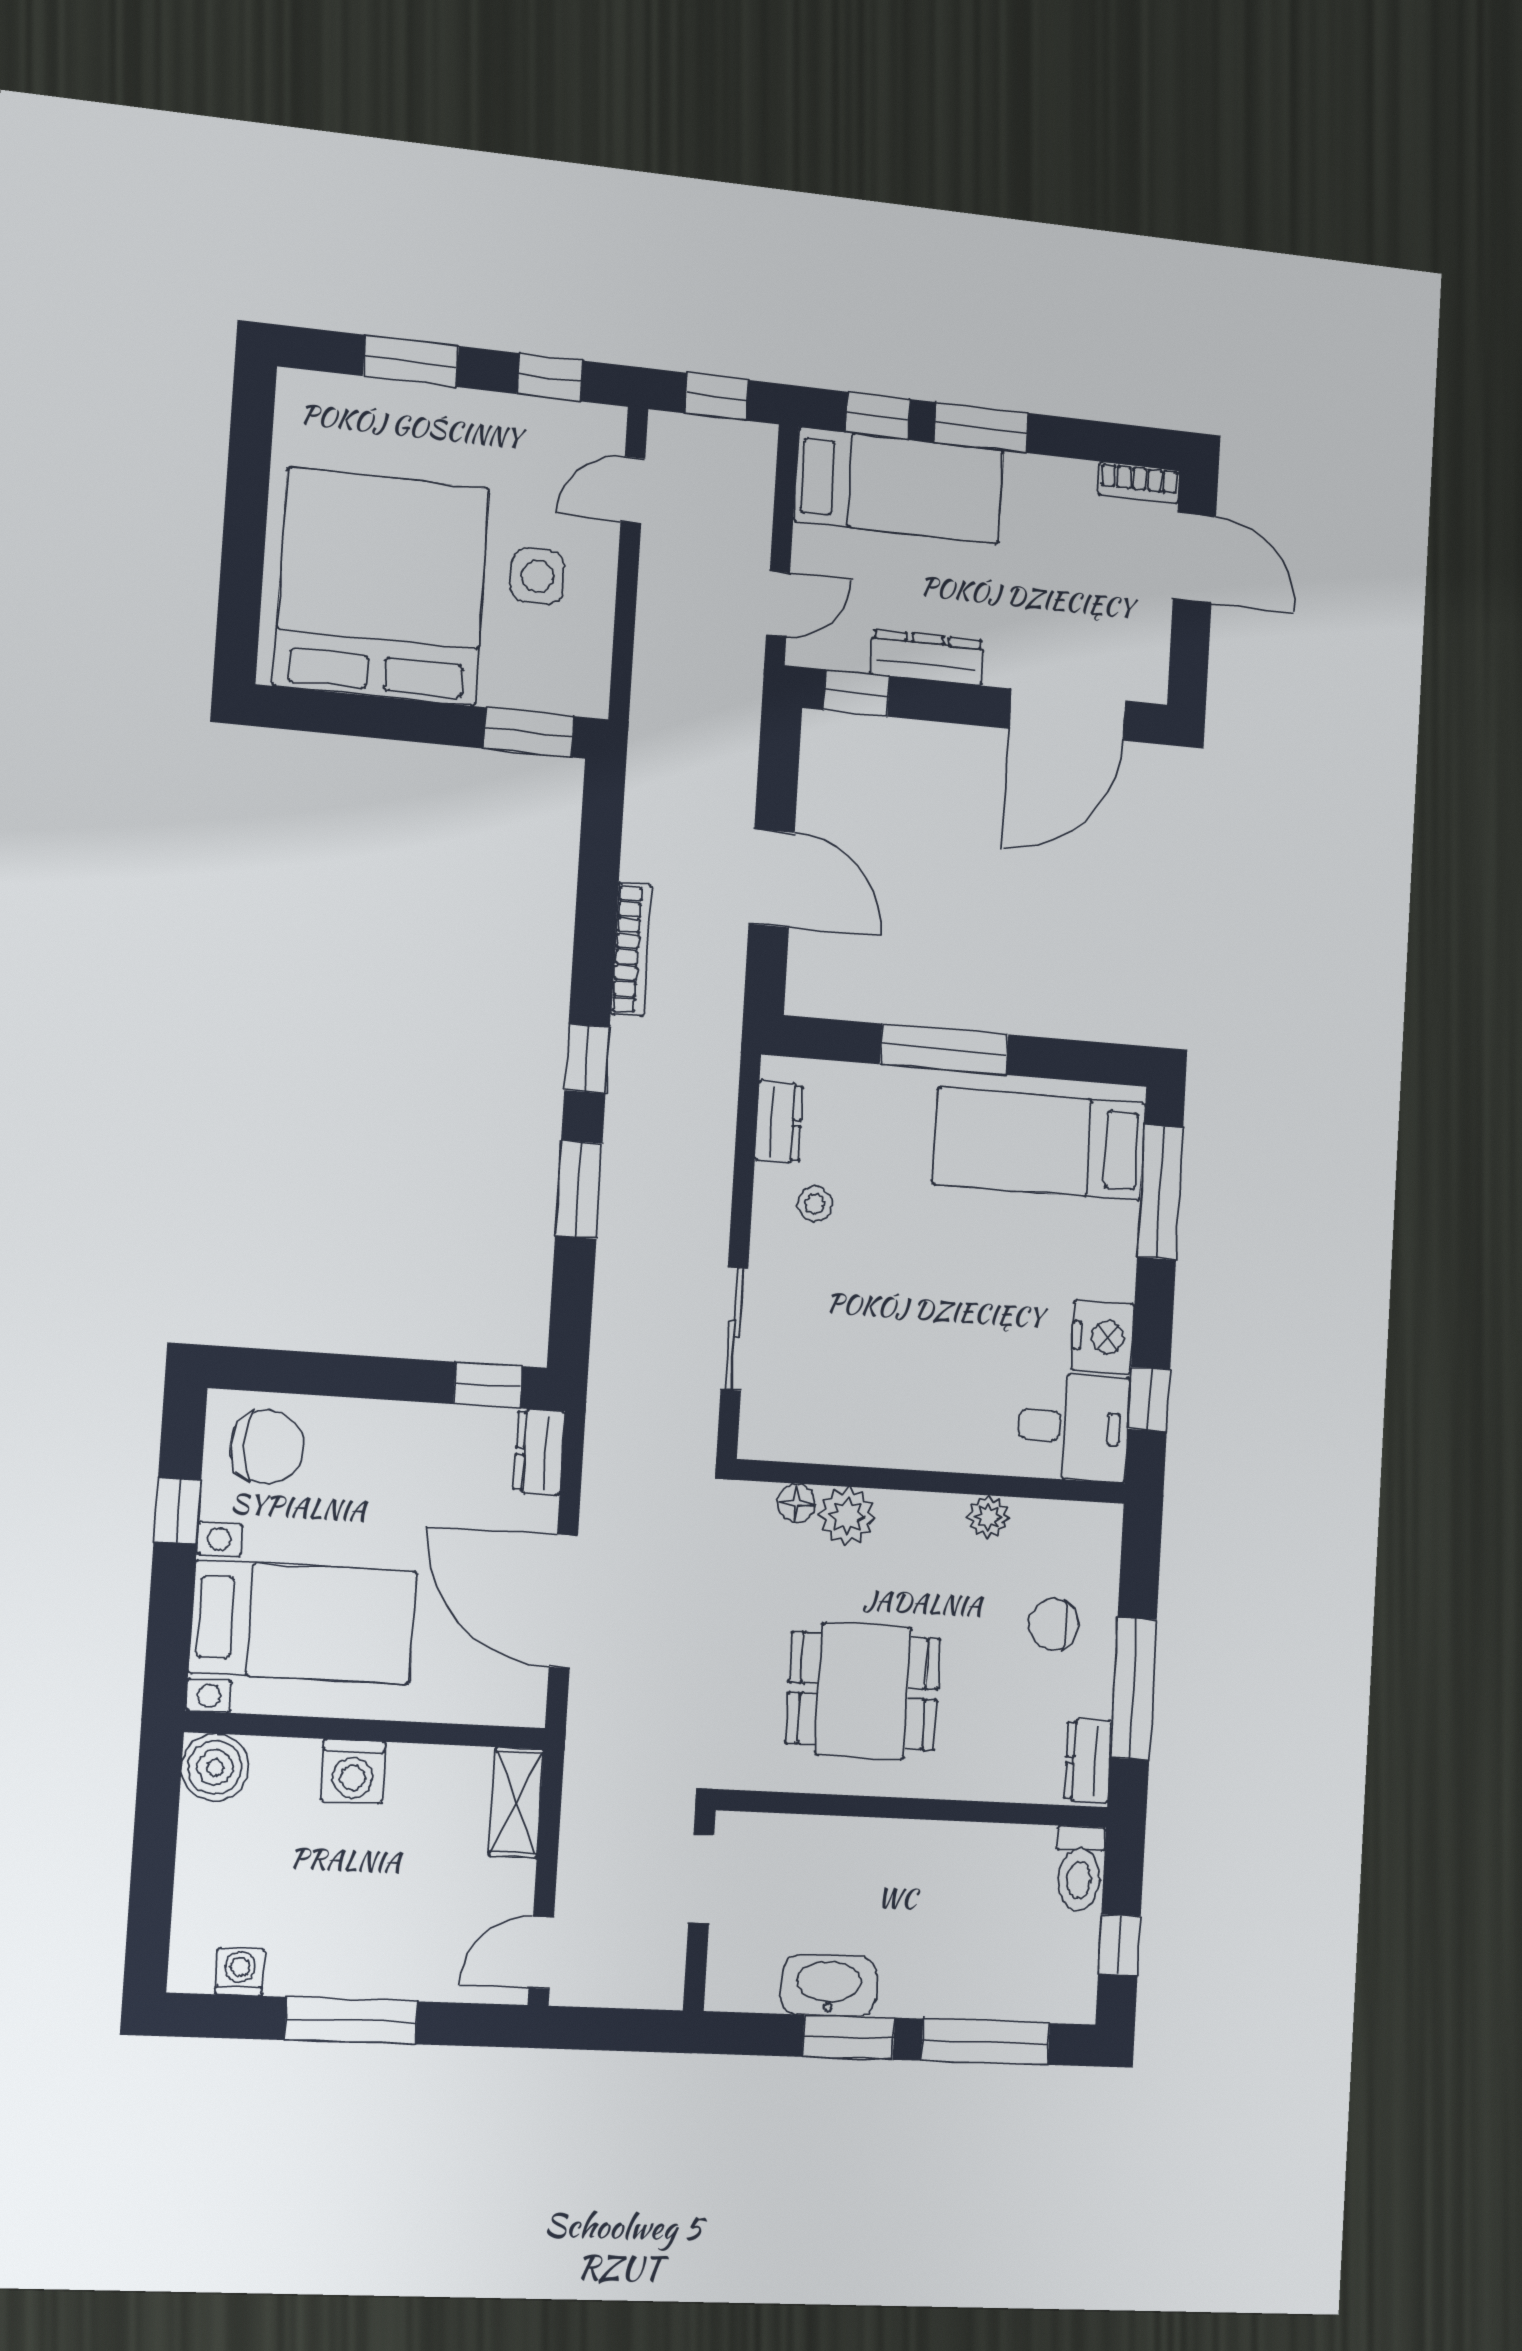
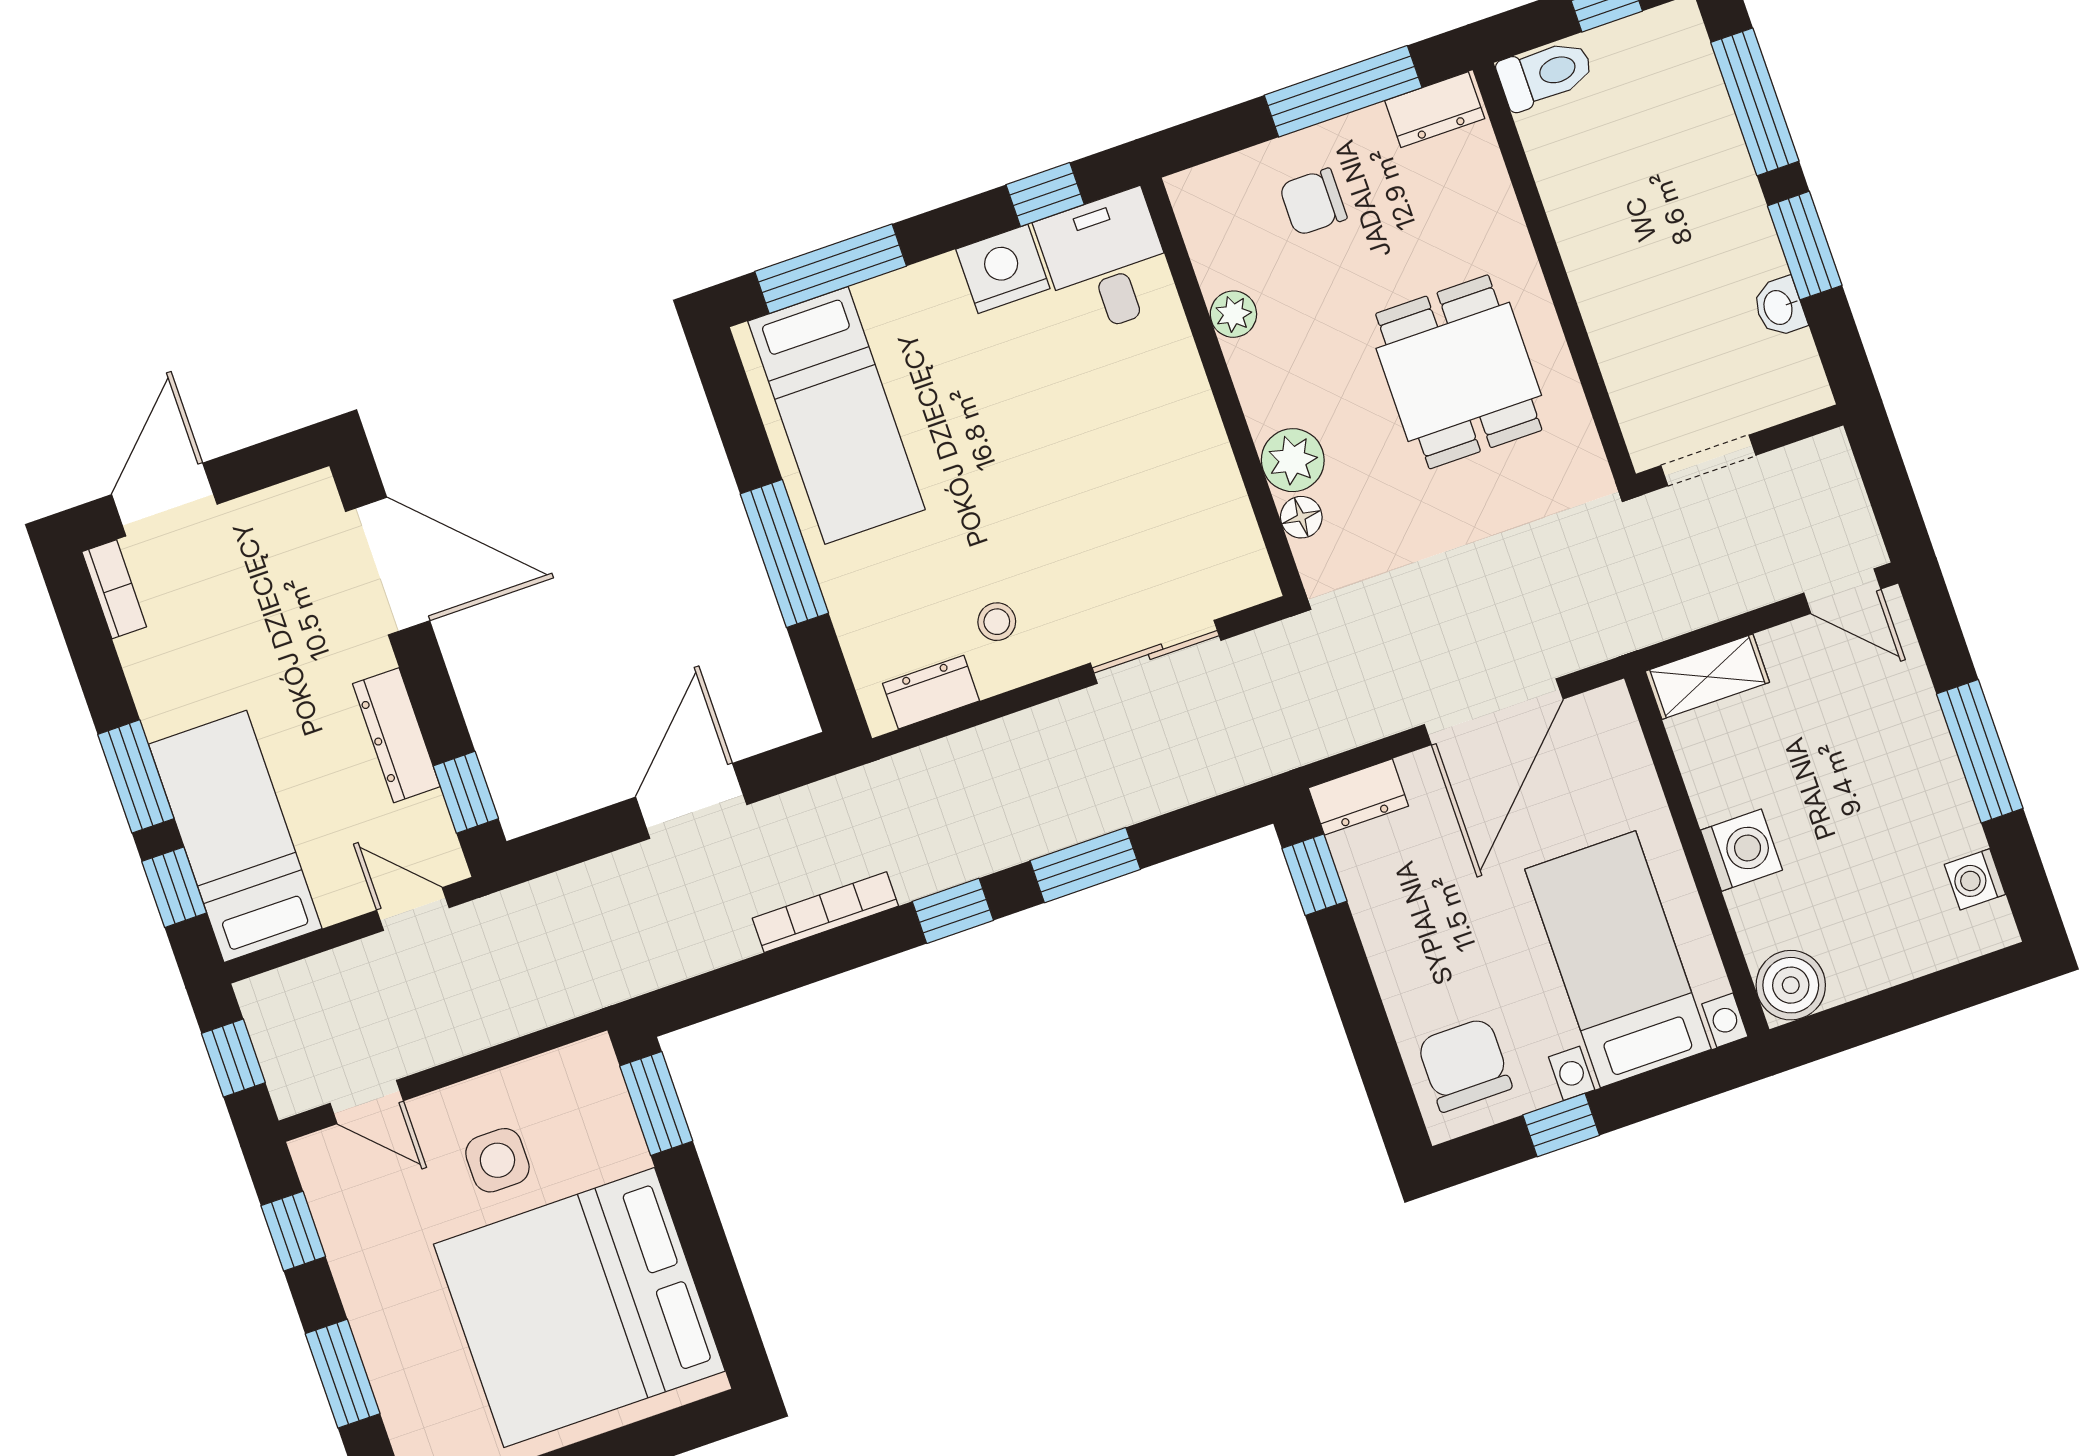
chair: (1053, 1625) -> (1313, 202), turned 90
washbasin: (829, 1985) -> (1779, 307), width x0.52, depth x0.69

